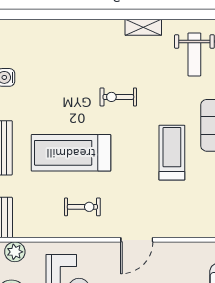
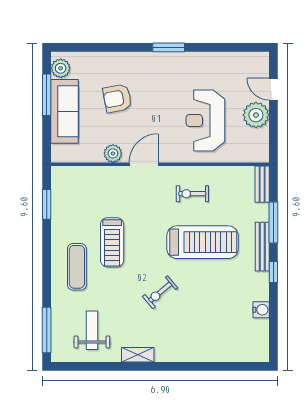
exercise bike: (118, 97) -> (160, 292), turned 140
plant: (15, 252) -> (113, 153), moved

